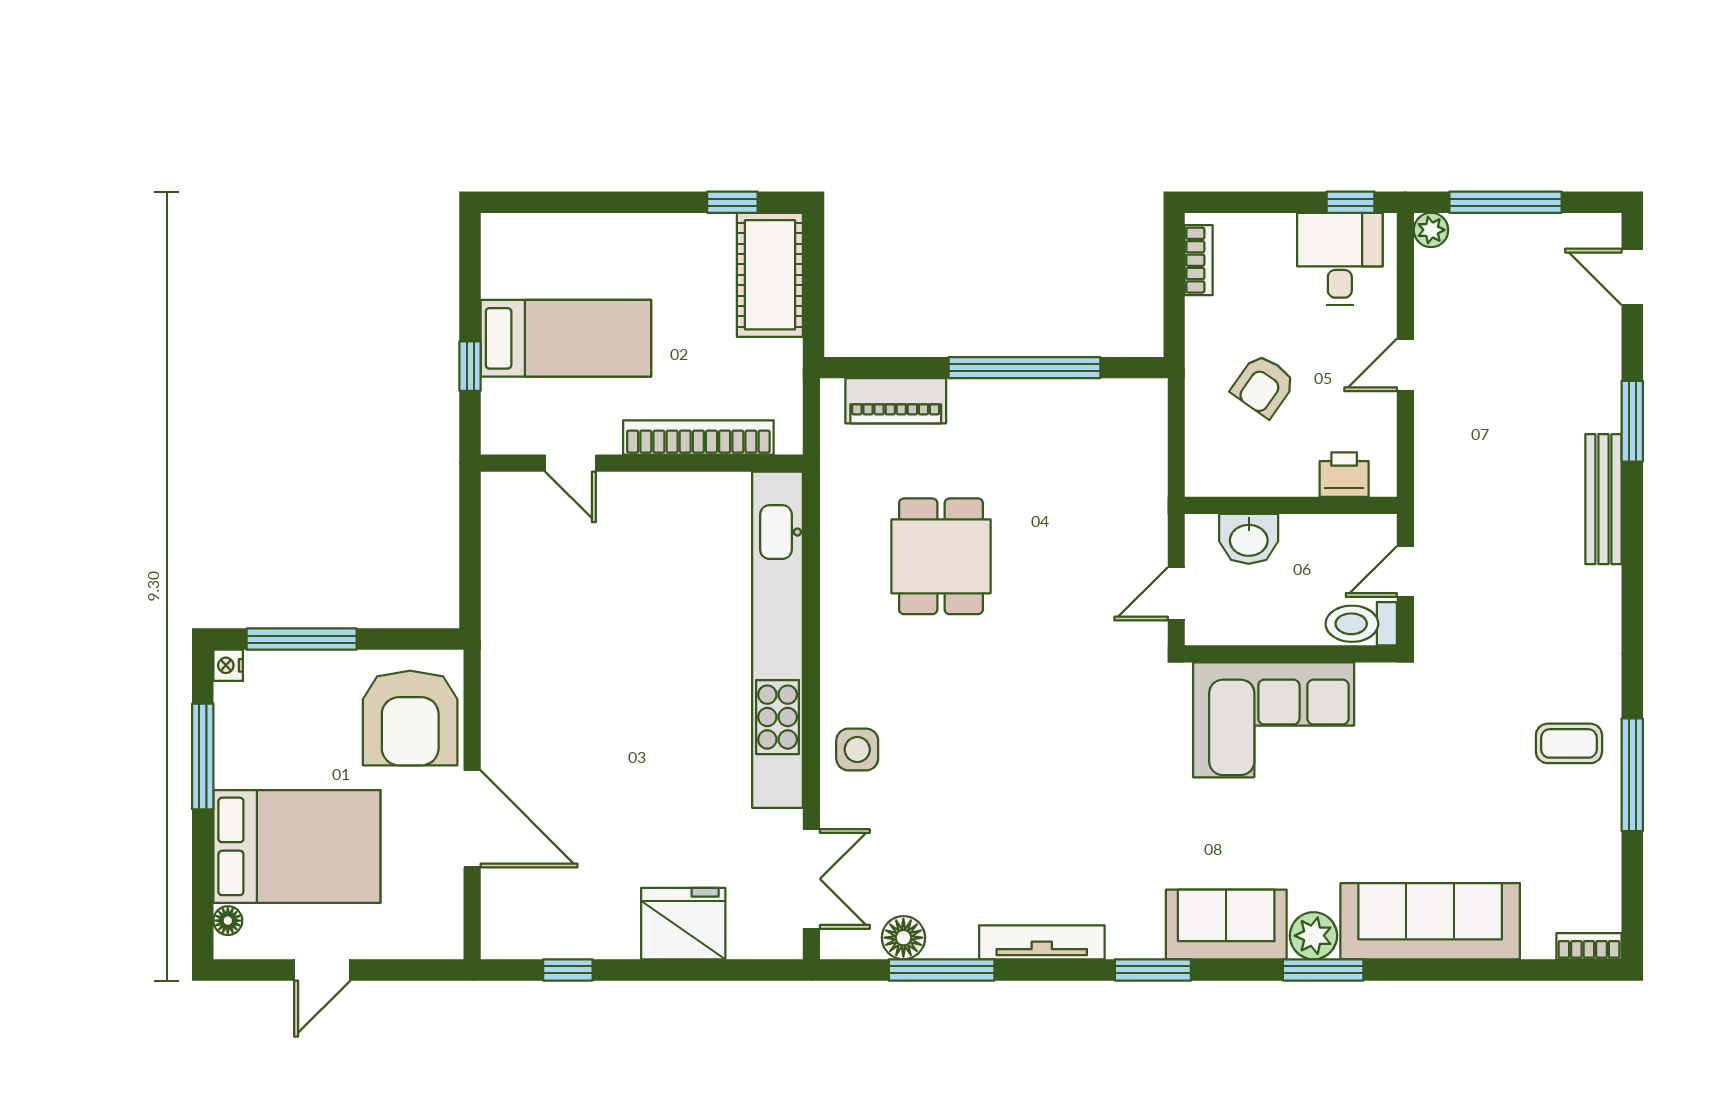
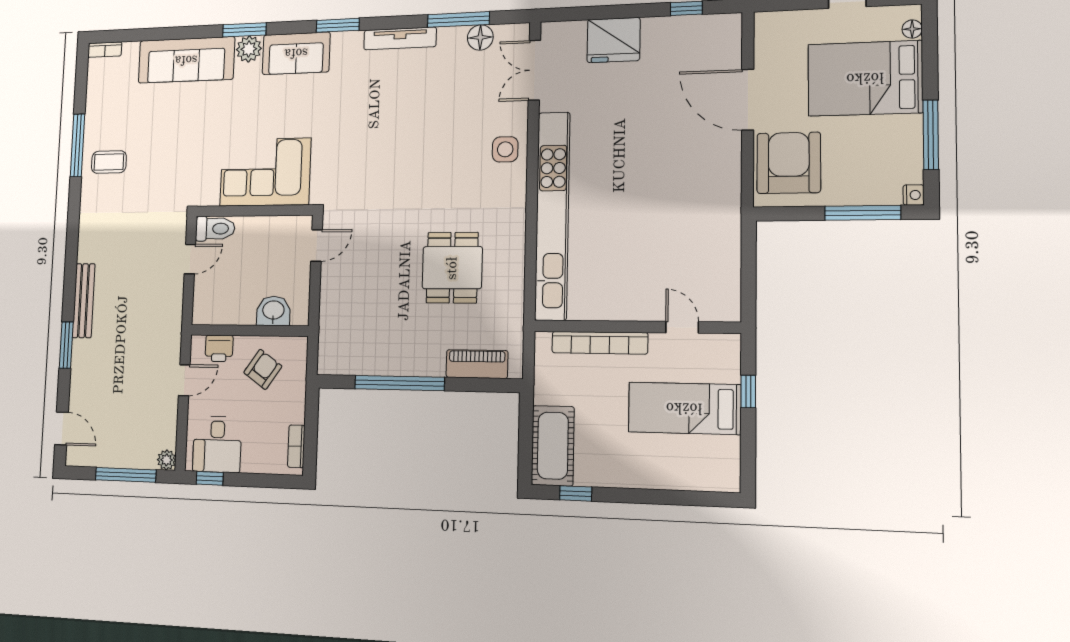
printer: (1344, 475) -> (219, 348), moved
wall: (1291, 505) -> (249, 331), moved
washbasin: (1249, 539) -> (273, 311), moved

